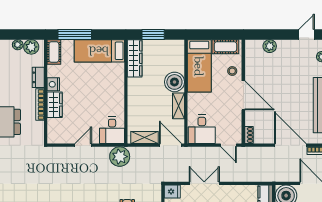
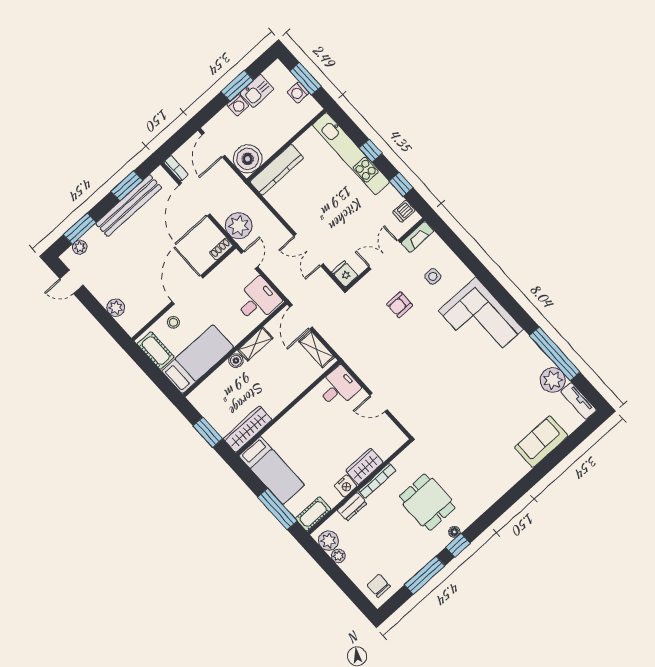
boiler: (174, 82) -> (236, 361), width x0.54, depth x0.54
plant: (120, 157) -> (239, 226), moved

